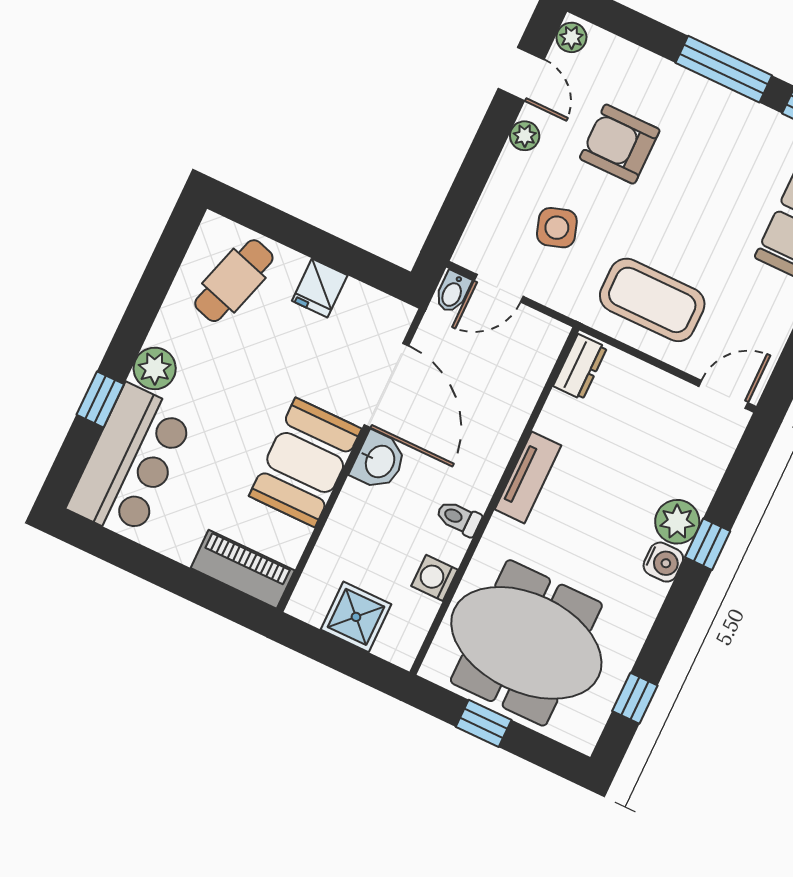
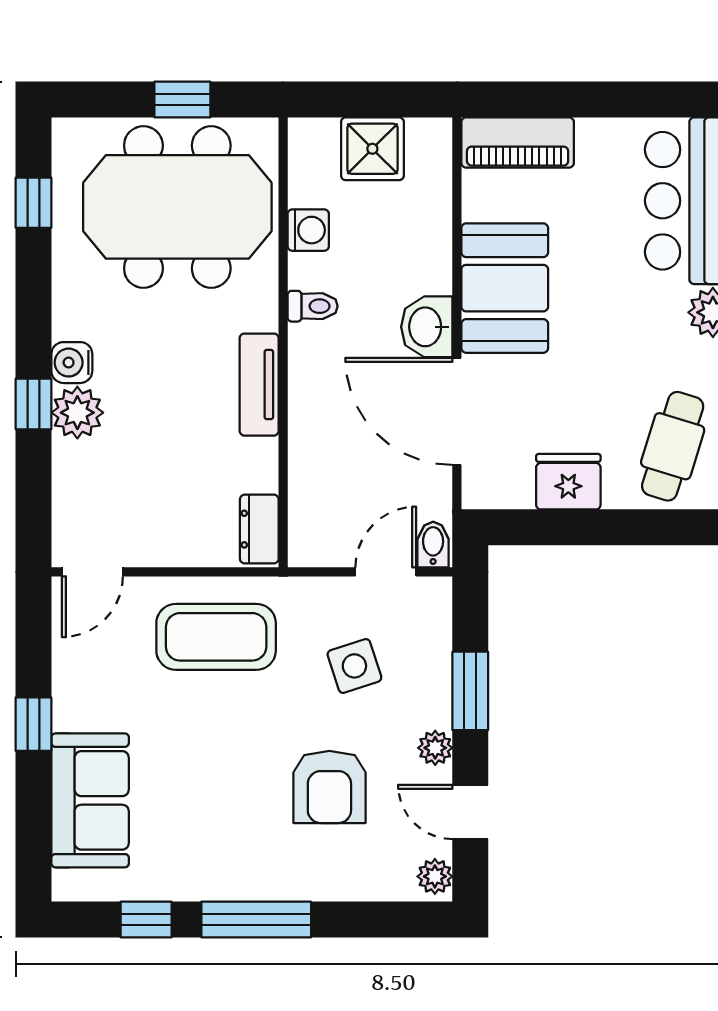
armchair: (620, 144) -> (329, 787), turned 90
window: (477, 167) -> (470, 691), added
fridge: (320, 288) -> (568, 482), width x1.38

